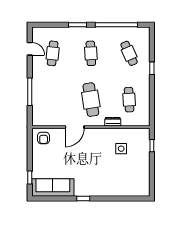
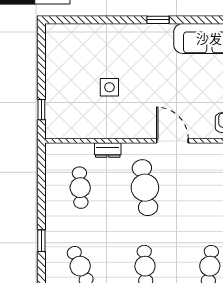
door: (75, 127) -> (172, 141), hinge flipped
side table: (121, 149) -> (109, 87), moved

